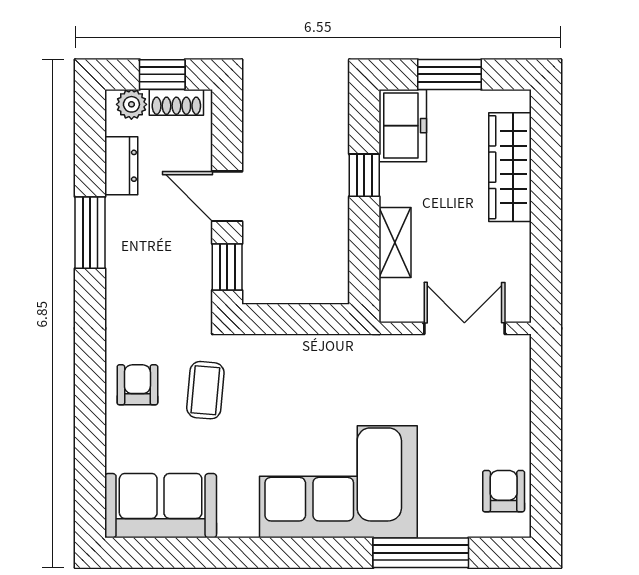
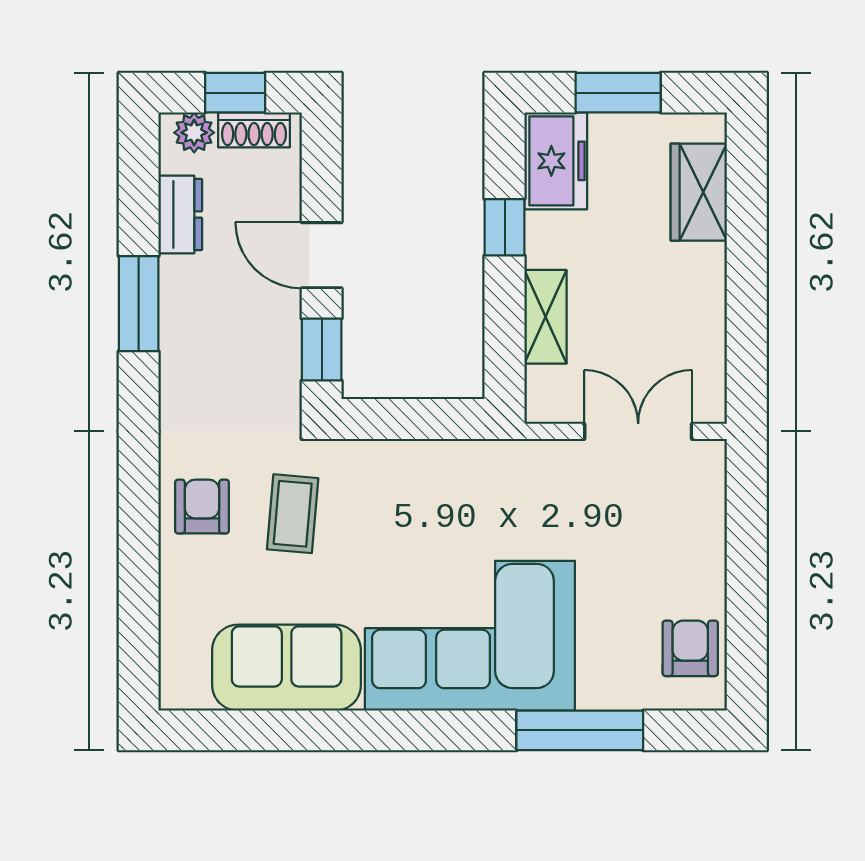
wardrobe: (510, 167) -> (699, 192), width x0.67
sofa: (161, 506) -> (287, 668), moved

